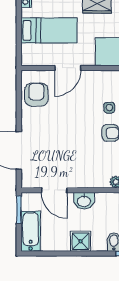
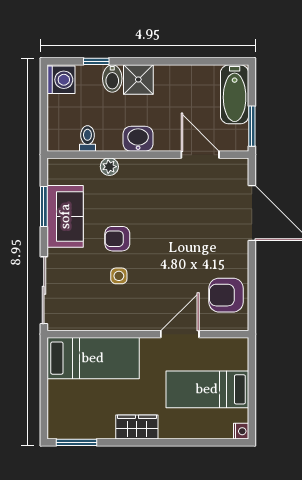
armchair: (36, 95) -> (226, 295), turned 90
washbasin: (84, 201) -> (138, 139), moved
shower: (81, 241) -> (138, 80), moved

